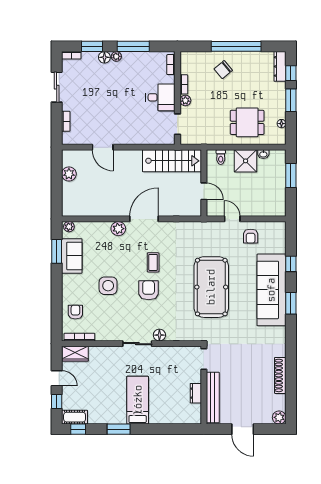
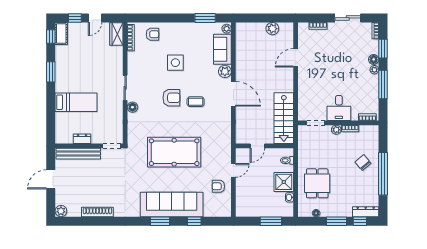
sofa: (72, 256) -> (222, 49), moved, turned 90
bed: (138, 400) -> (76, 102), moved

